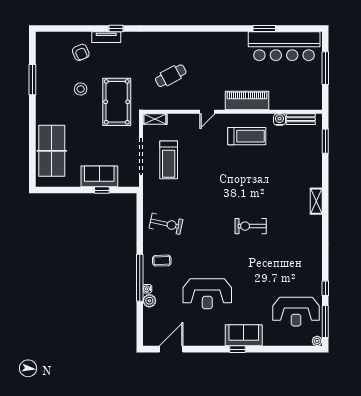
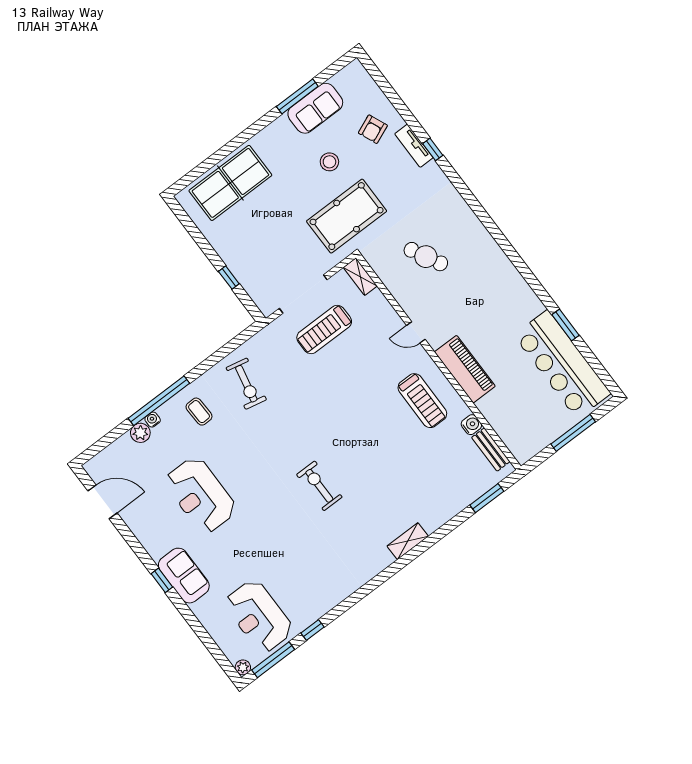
sofa: (99, 176) -> (315, 108), moved, turned 90

